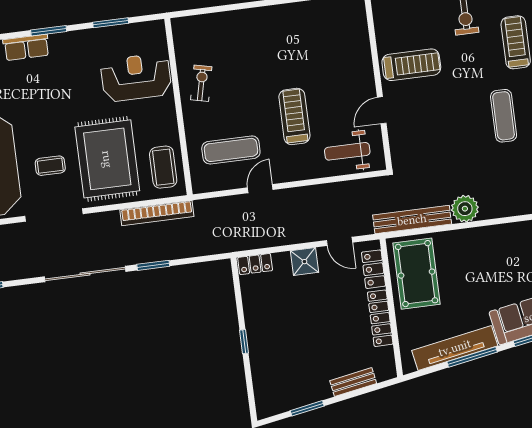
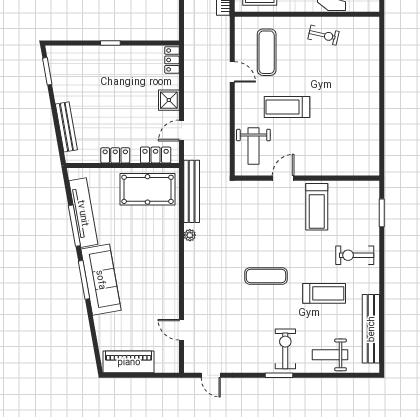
door: (382, 110) -> (283, 178), hinge flipped
treadmill: (294, 116) -> (287, 107), turned 180
weight bench: (347, 151) -> (253, 146), turned 180
plant: (465, 209) -> (190, 235), width x0.53, depth x0.53
locker: (380, 318) -> (115, 155), width x0.66
bench: (353, 382) -> (66, 127), width x1.36
window: (307, 408) -> (47, 71), moved

